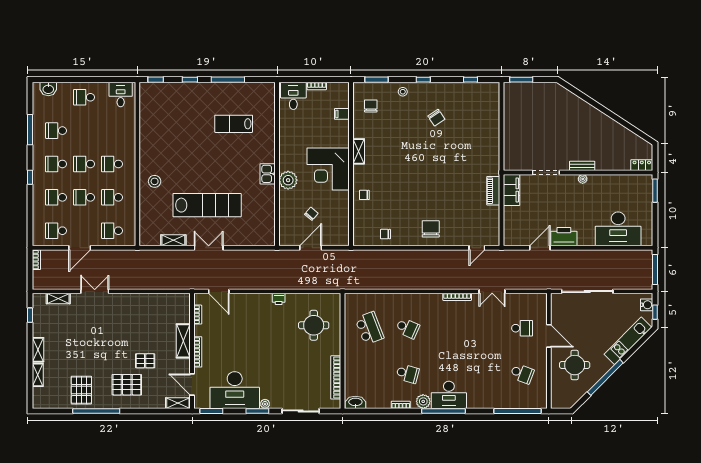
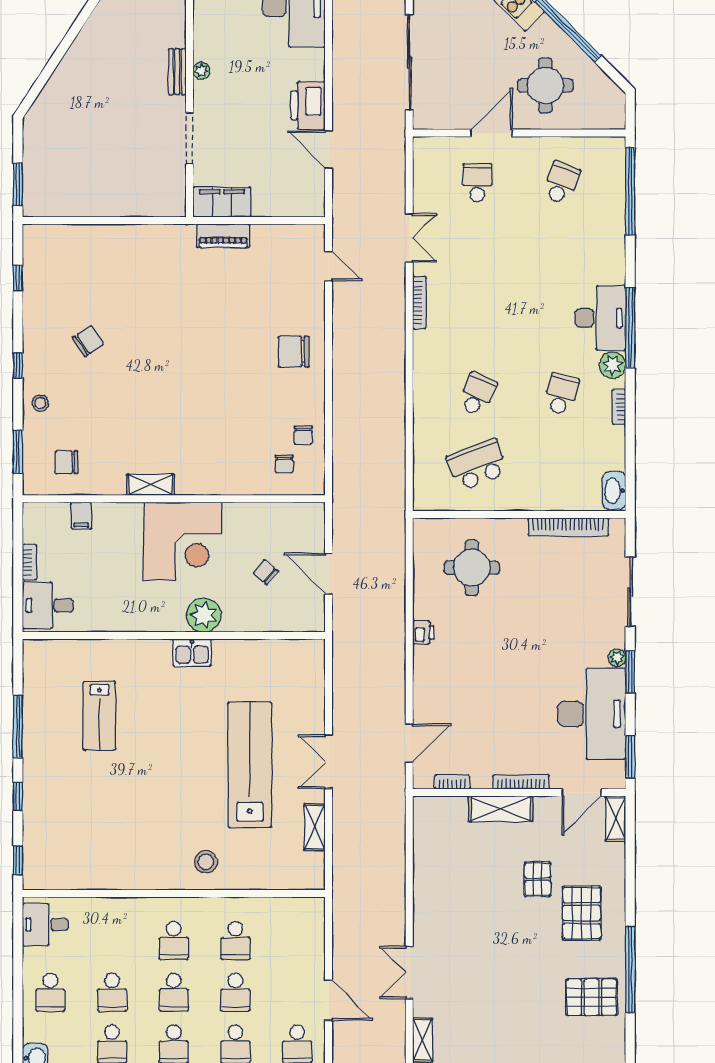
chair: (364, 195) -> (284, 464), moved
school desk: (112, 231) -> (112, 992), moved

